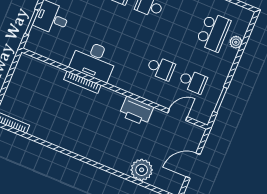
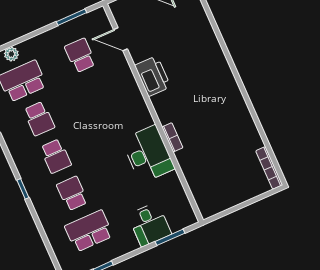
school desk: (161, 68) -> (39, 119), moved, turned 180
bookcase: (82, 82) -> (172, 137), width x0.64
plant: (142, 170) -> (196, 21), removed

